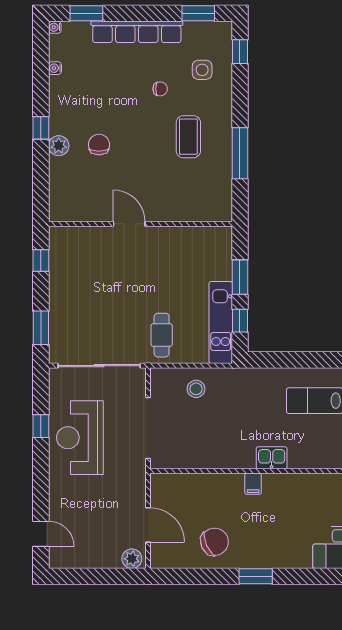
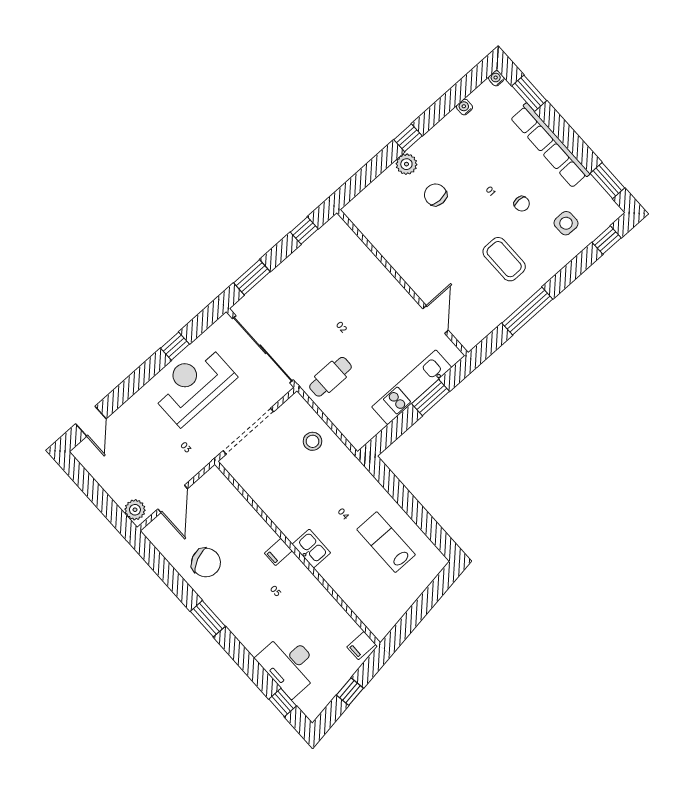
coffee table: (188, 137) -> (504, 259), turned 90
chair: (99, 145) -> (436, 195), turned -90
door: (129, 224) -> (435, 319), moved
window: (240, 321) -> (397, 428), removed
kitchen unit: (221, 323) -> (412, 387), moved

